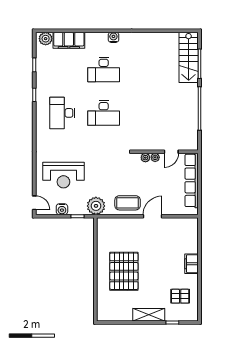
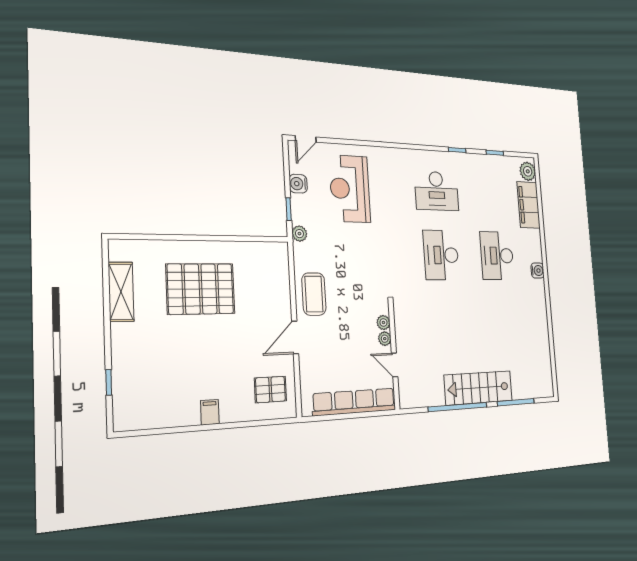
stairs: (189, 57) -> (478, 388), moved
desk: (62, 113) -> (437, 191), turned 180
plant: (96, 206) -> (299, 234), width x0.53, depth x0.53
door: (152, 216) -> (295, 337), swing flipped
filing cabinet: (191, 264) -> (210, 412), width x0.50
pallet: (180, 296) -> (270, 390), moved, turned 90
shelving: (149, 315) -> (121, 292), moved

